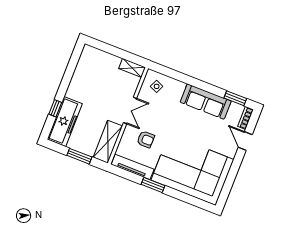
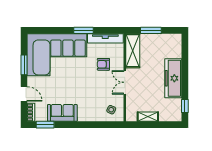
shelving: (132, 68) -> (148, 117), moved
sofa: (206, 102) -> (62, 113), width x0.73
window: (55, 108) -> (185, 106), moved
freezer: (65, 122) -> (173, 78), moved
window: (233, 173) -> (24, 65), added

